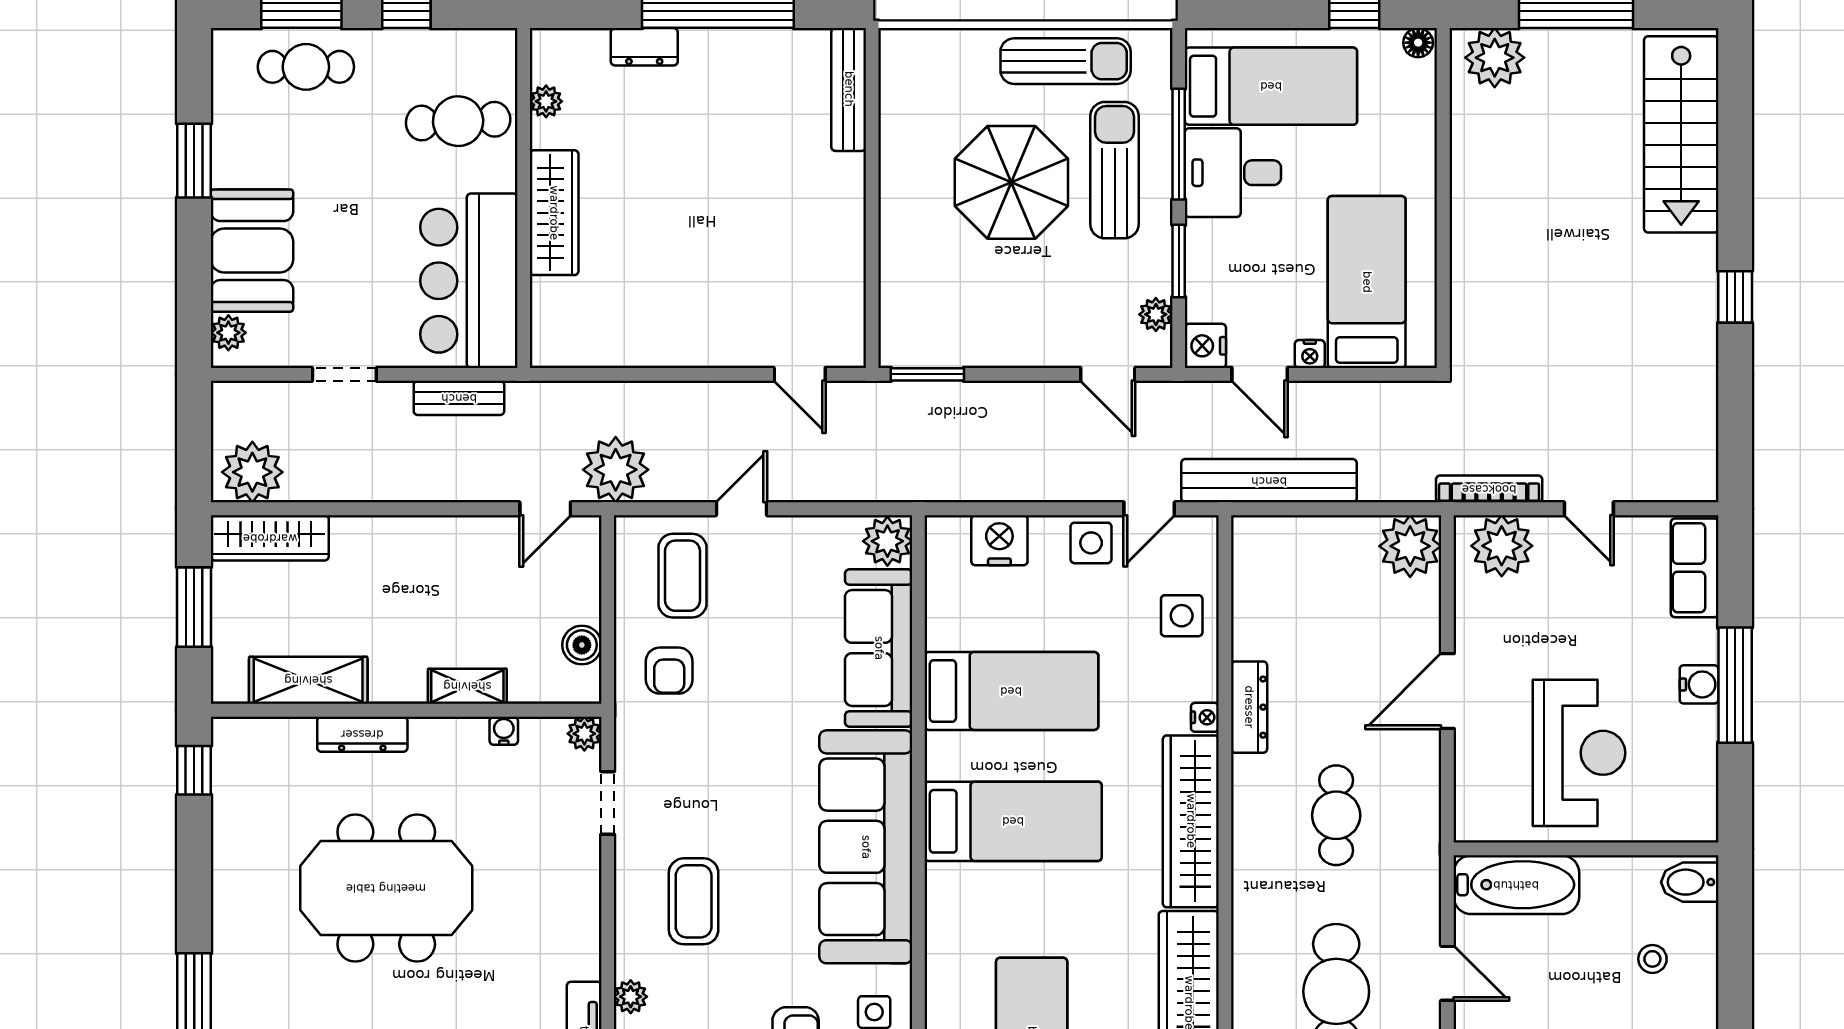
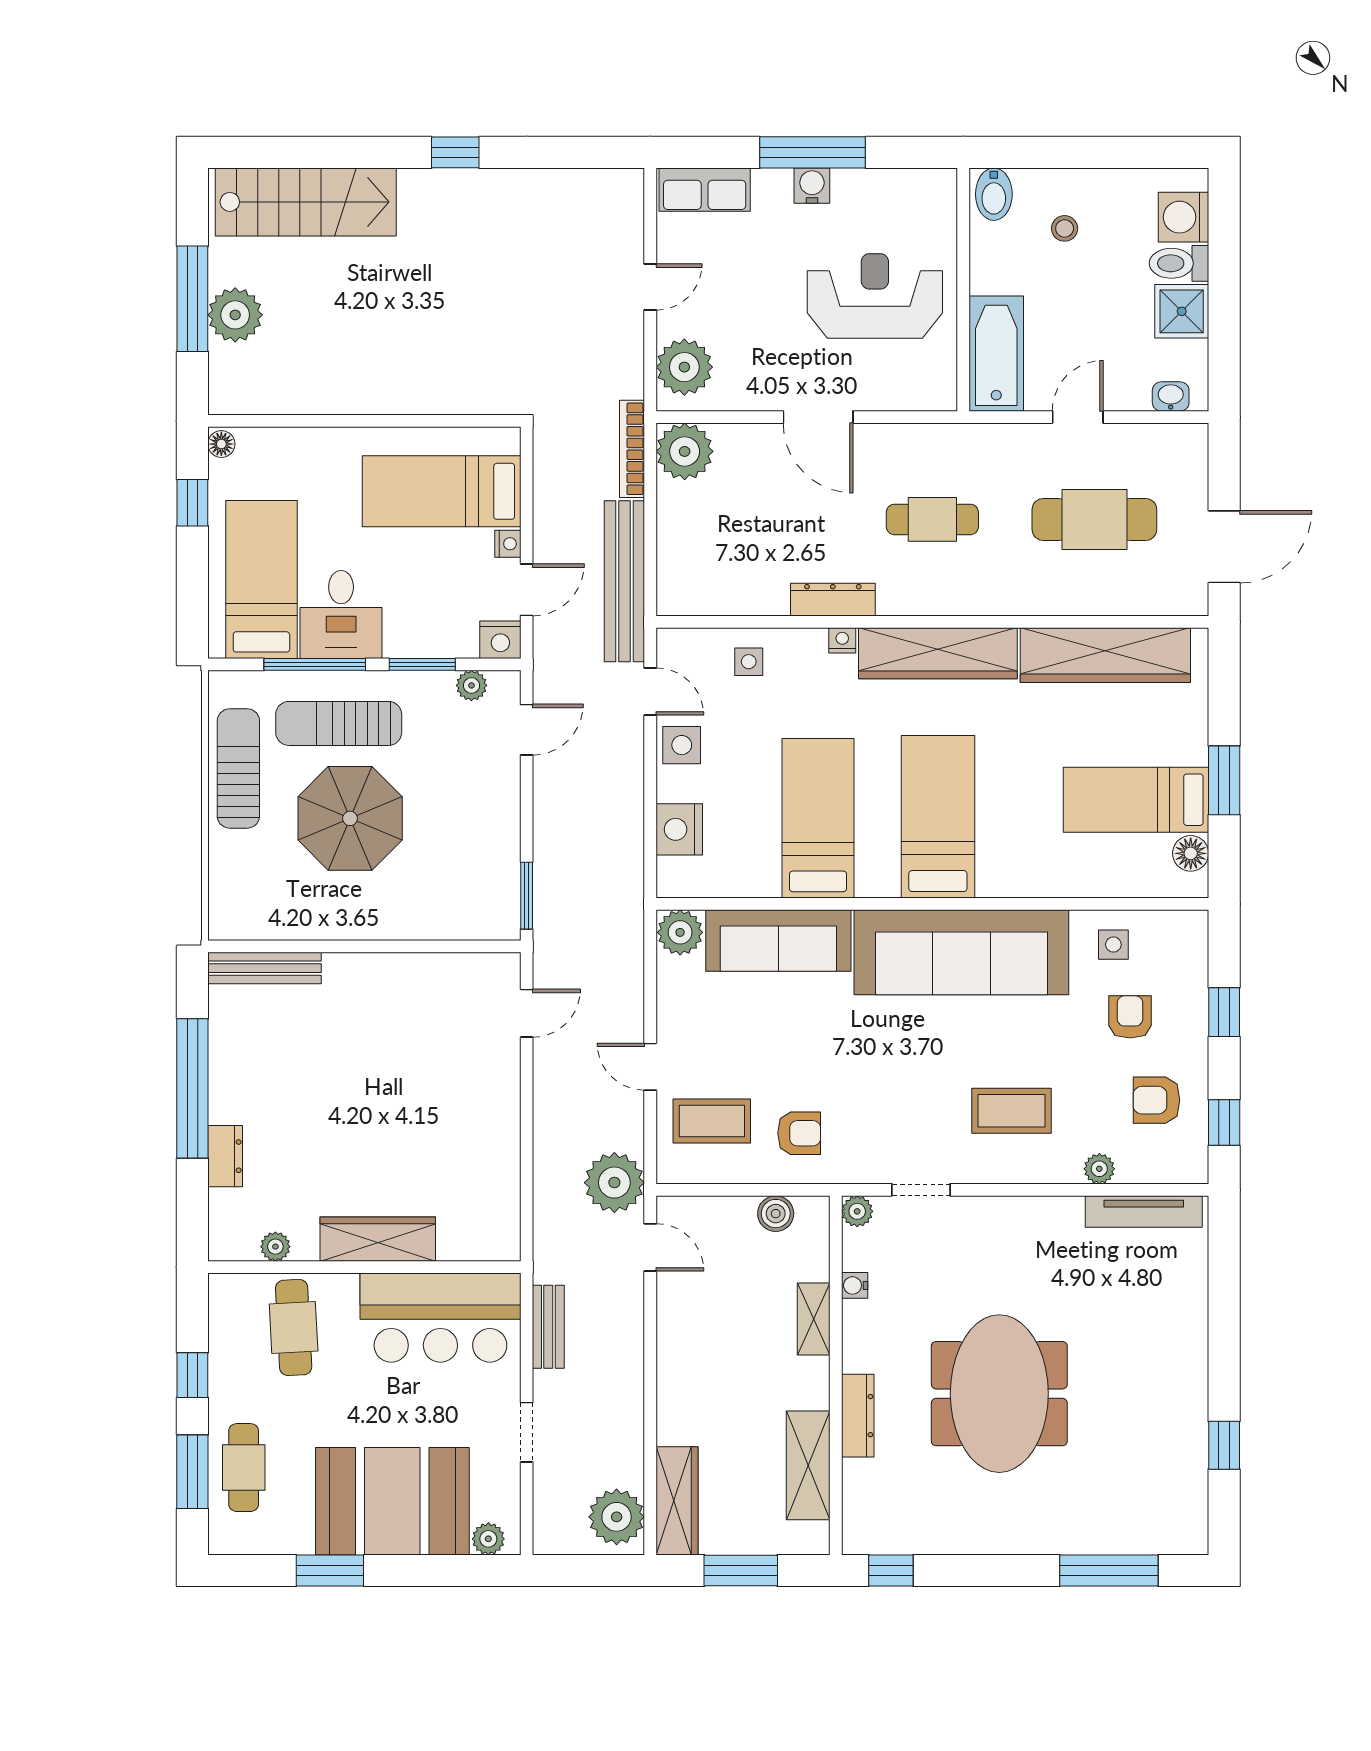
plant: (1495, 58) -> (235, 315), moved
booth: (252, 251) -> (392, 1501), width x1.36, depth x1.42
bookcase: (1489, 489) -> (632, 449), moved
side table: (1182, 616) -> (749, 662), width x0.73, depth x0.73

